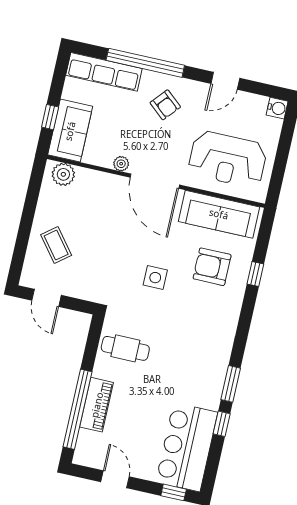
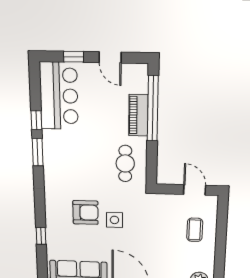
coffee table: (56, 245) -> (195, 230), turned 38
armchair: (212, 267) -> (86, 212), moved
cafe table: (125, 348) -> (125, 164), turned 90
window: (174, 492) -> (74, 57), moved

